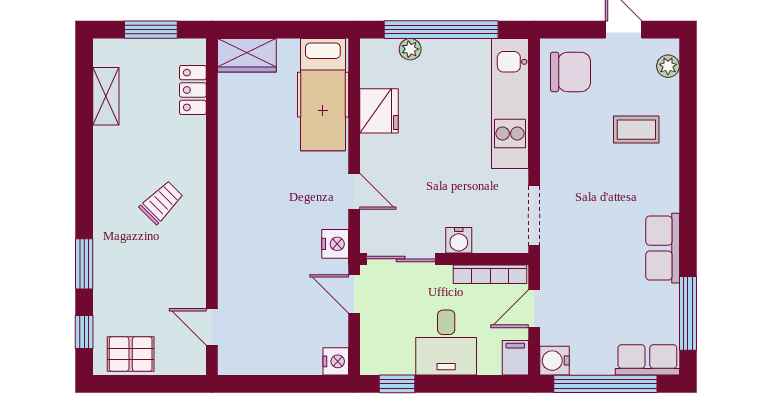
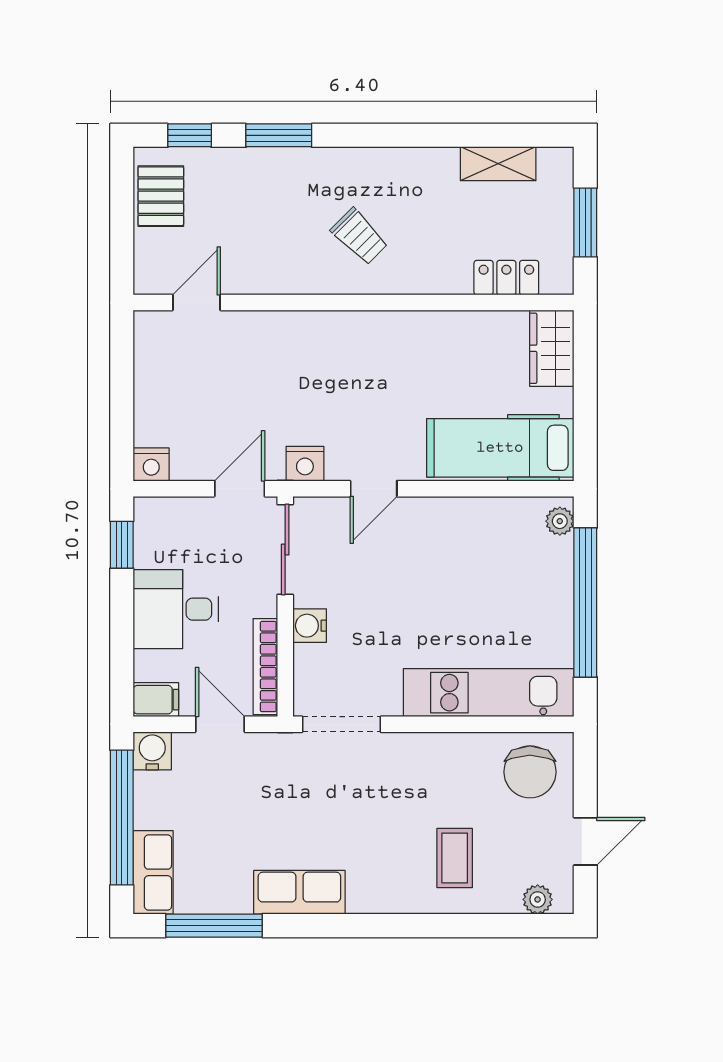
plant: (410, 49) -> (560, 521), moved
fridge: (379, 111) -> (479, 521), removed

